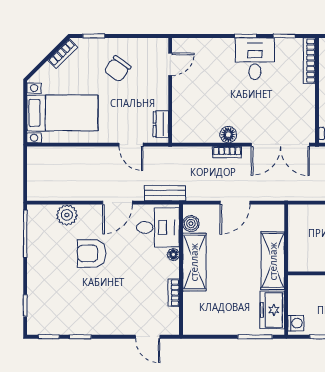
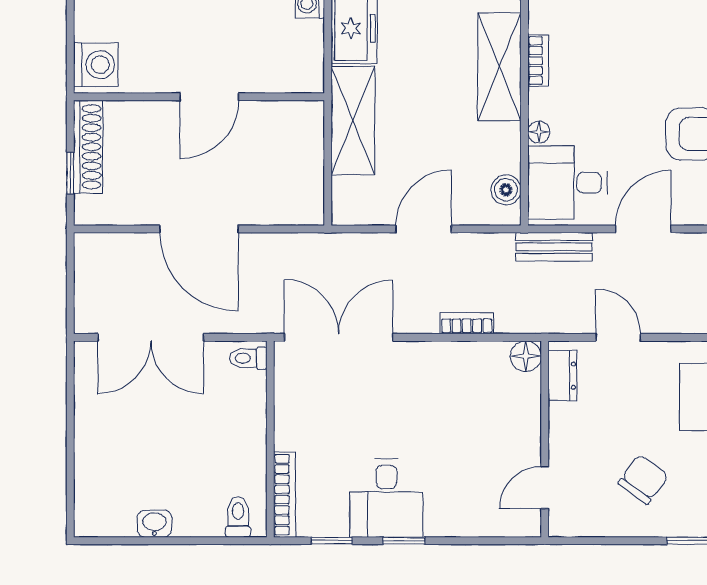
floor lamp: (228, 135) -> (526, 356), moved
bookcase: (227, 152) -> (467, 323), moved
shelving: (194, 262) -> (499, 67), moved

